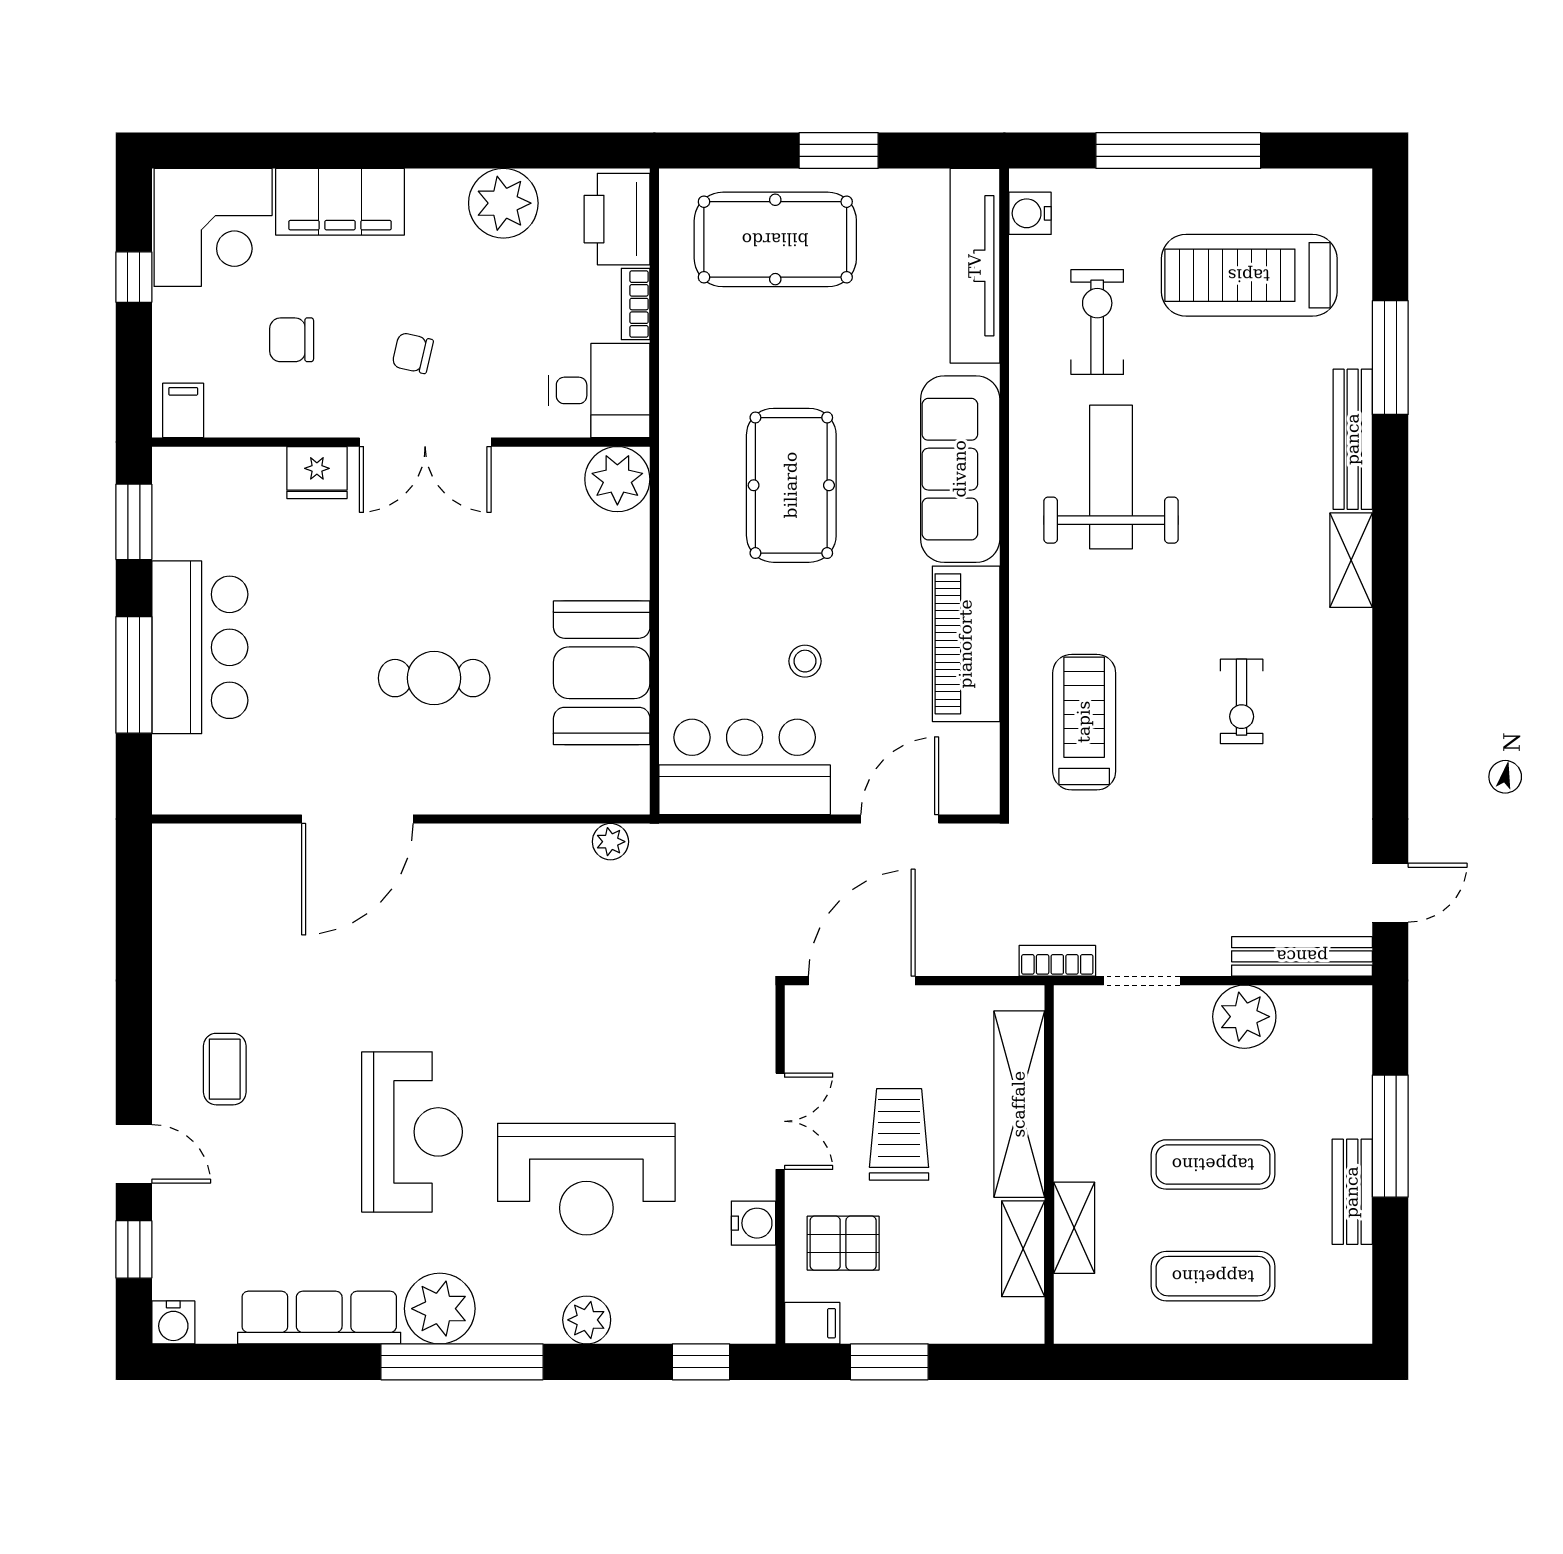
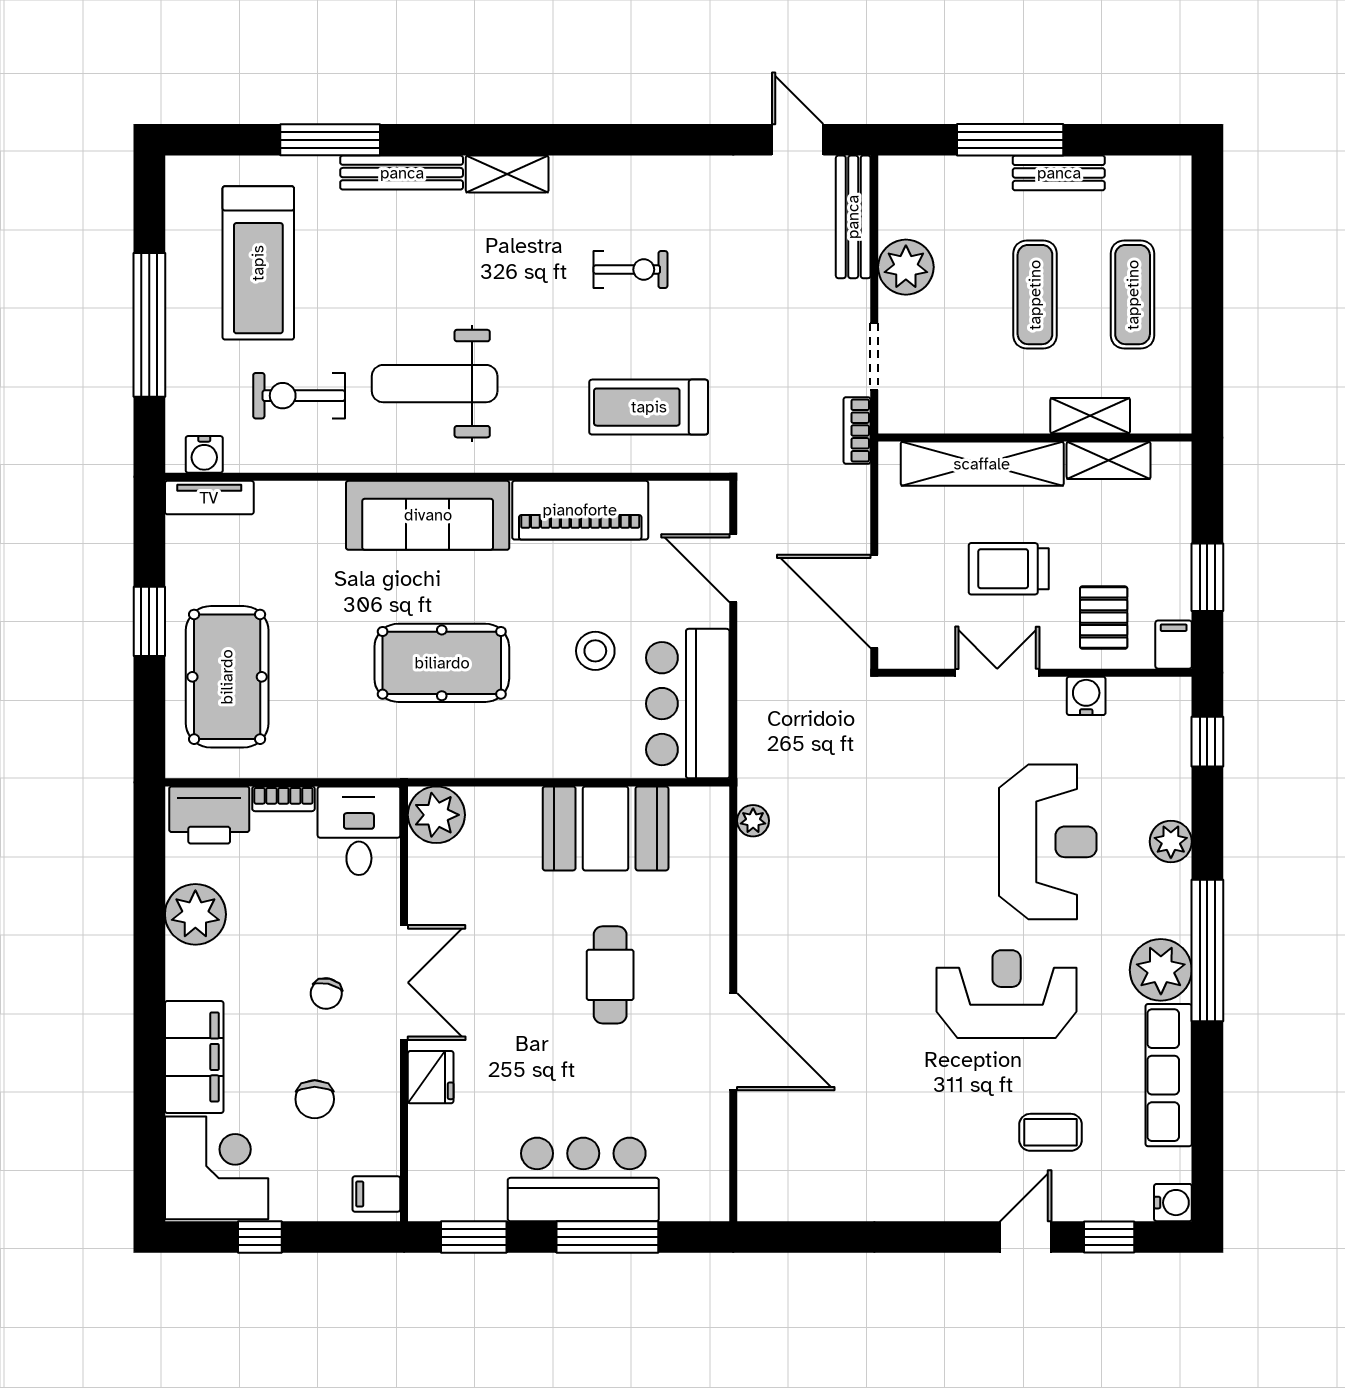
tv unit: (975, 266) -> (209, 498), width x0.52, depth x0.78
stool: (805, 661) -> (595, 651), width x1.37, depth x1.37
coffee table: (225, 1069) -> (1051, 1132), moved

